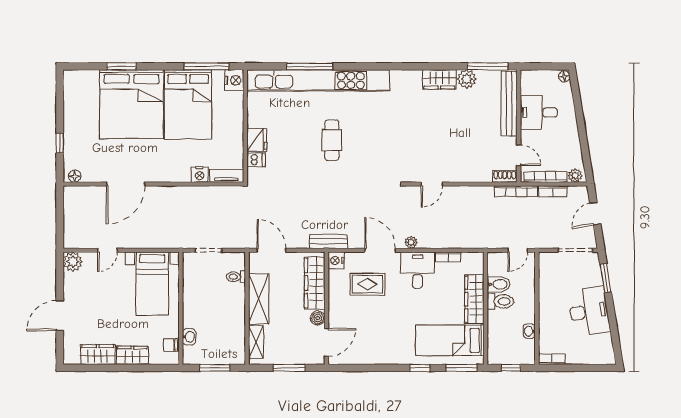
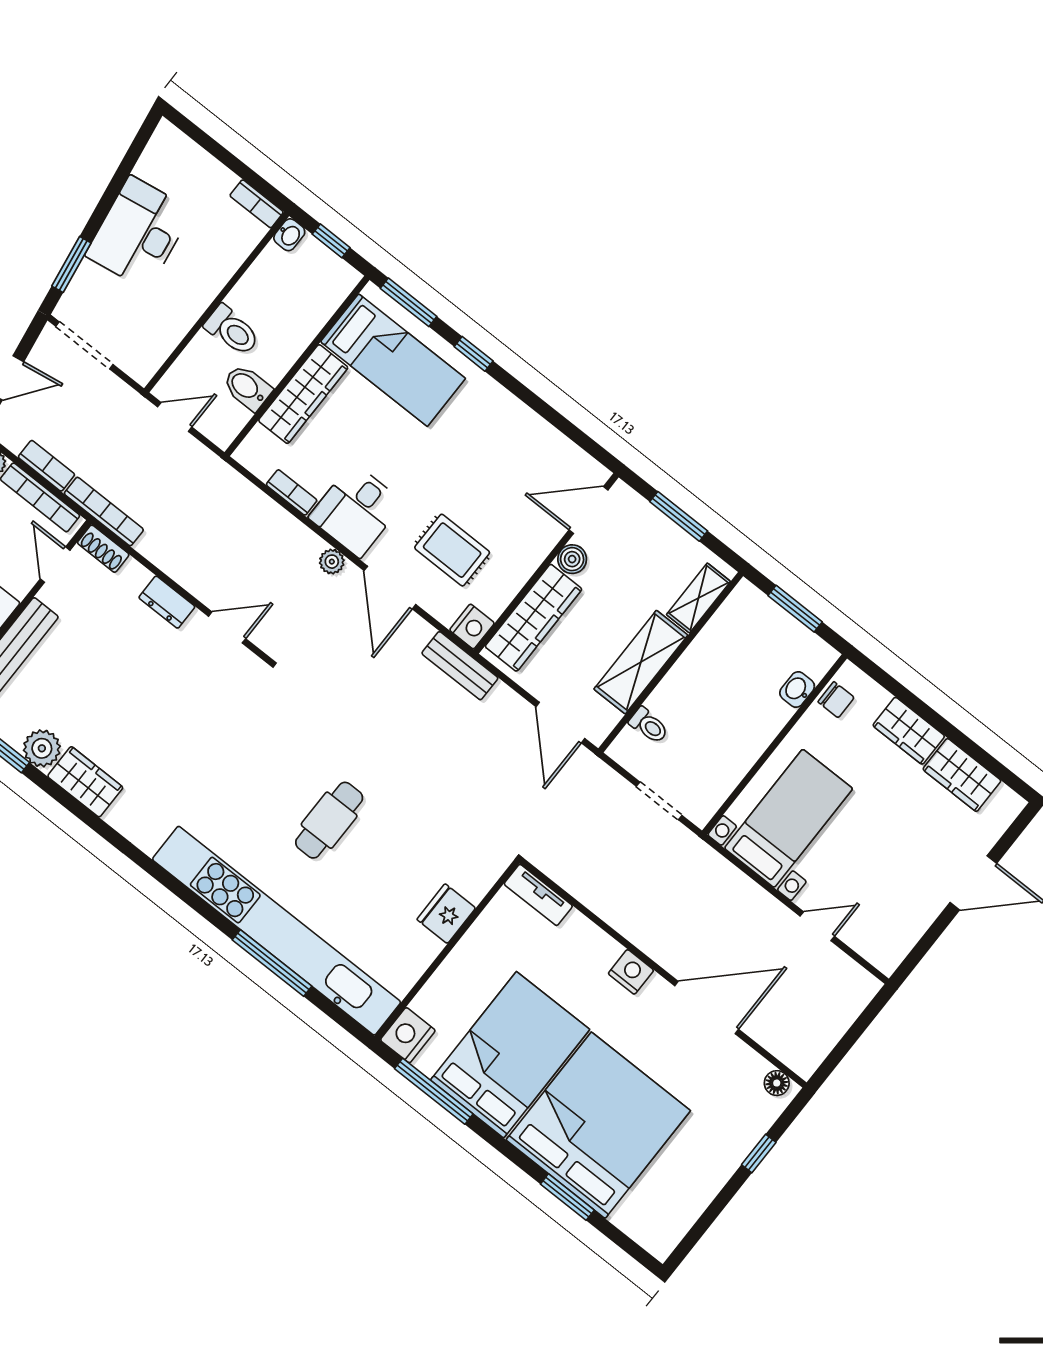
dishwasher: (256, 160) -> (472, 884), removed
nightstand: (200, 174) -> (631, 972), moved
dresser: (463, 175) -> (167, 602), added
plant: (73, 262) -> (886, 952), removed
toilet: (500, 301) -> (232, 330), moved, turned 180
washbasin: (529, 331) -> (289, 235), moved

